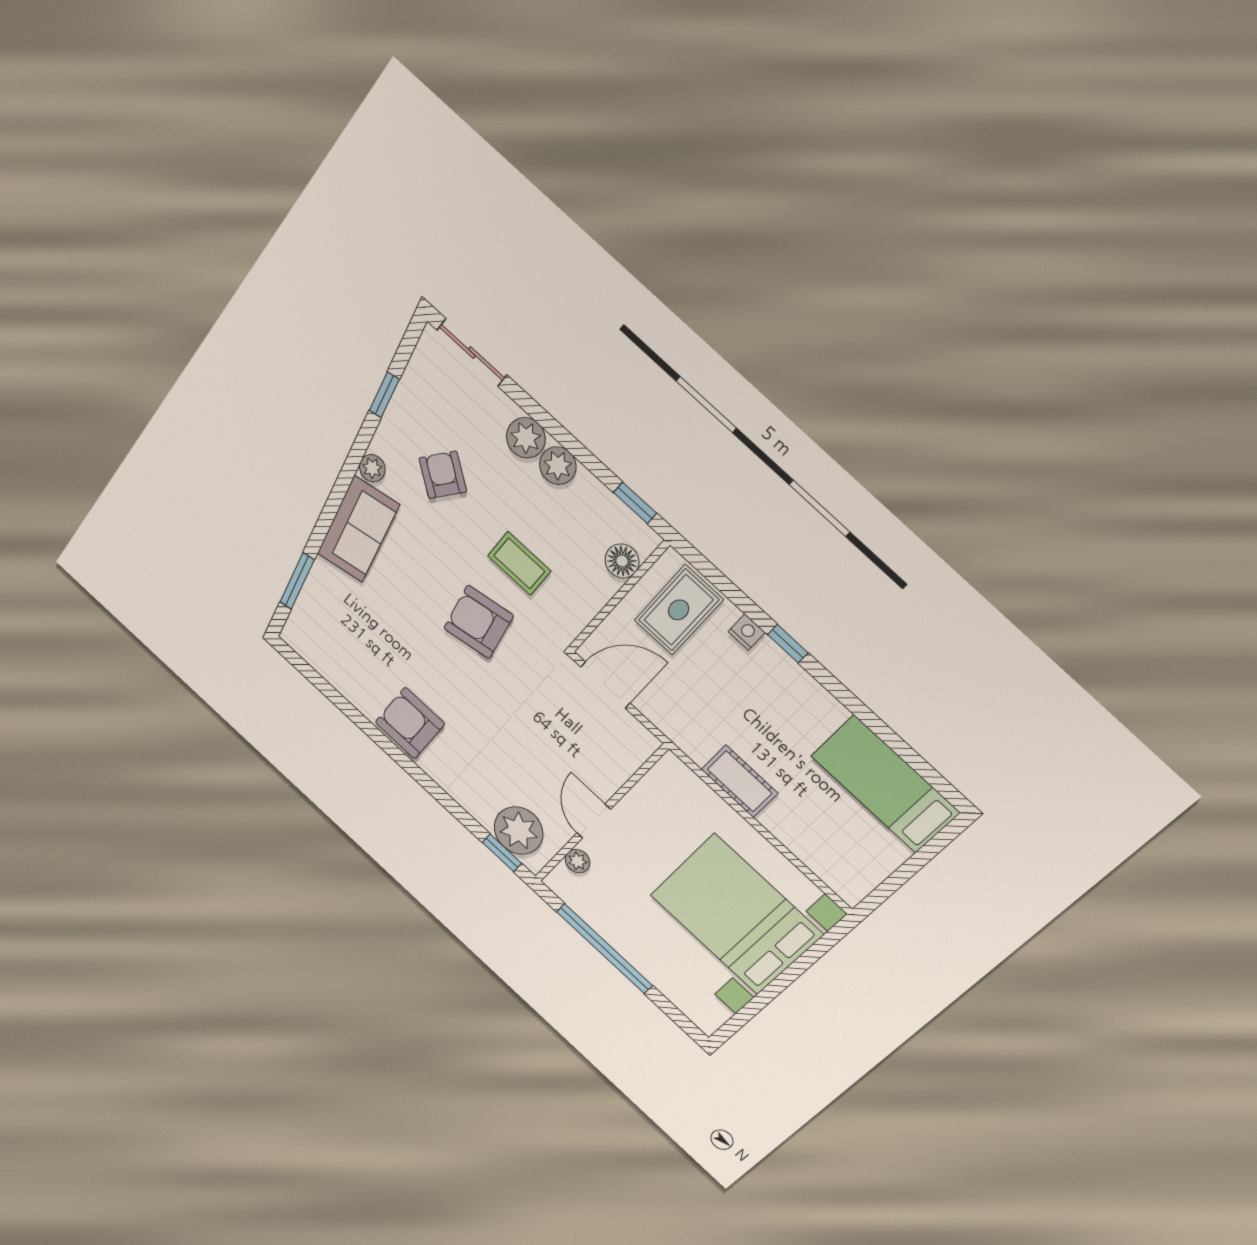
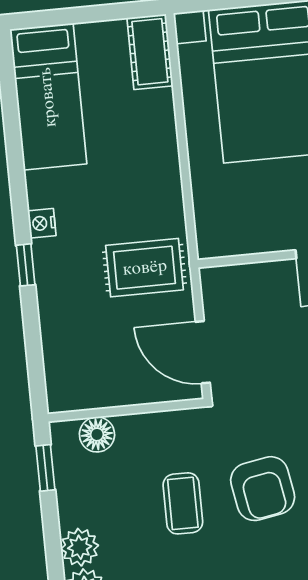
rug: (679, 610) -> (145, 268), moved
nightstand: (747, 632) -> (42, 223), moved
cot: (740, 781) -> (150, 52), moved

